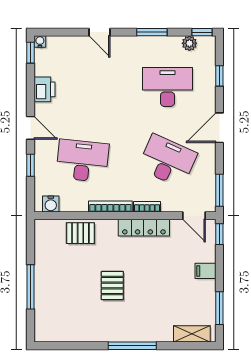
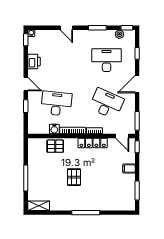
water cooler: (51, 204) -> (54, 129), moved
shelving: (192, 334) -> (39, 206), moved

